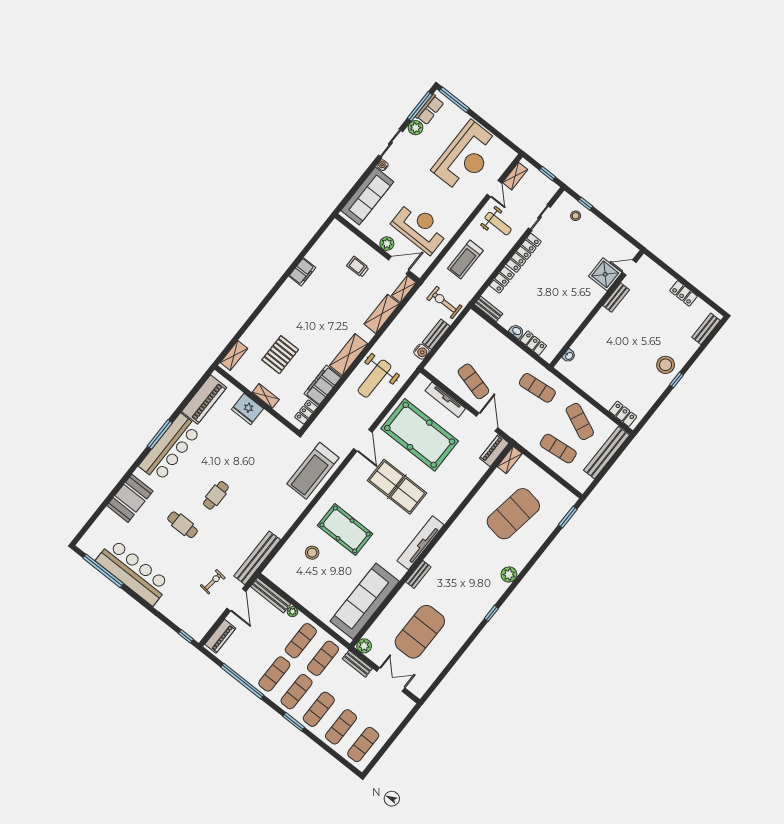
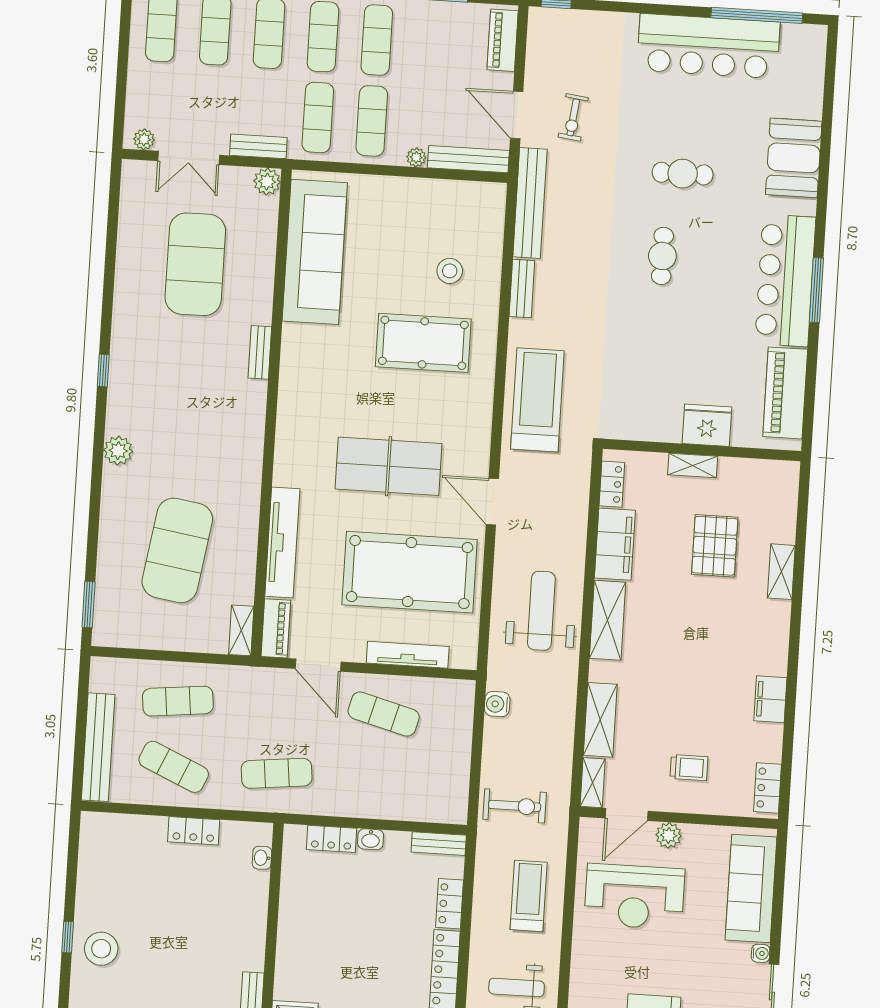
locker: (330, 234) -> (767, 788), added
bench: (436, 334) -> (522, 289), moved
shelving: (234, 356) -> (781, 572), moved
locker: (623, 414) -> (194, 831), moved
tv unit: (420, 543) -> (282, 543), moved
plant: (404, 701) -> (144, 139), added

